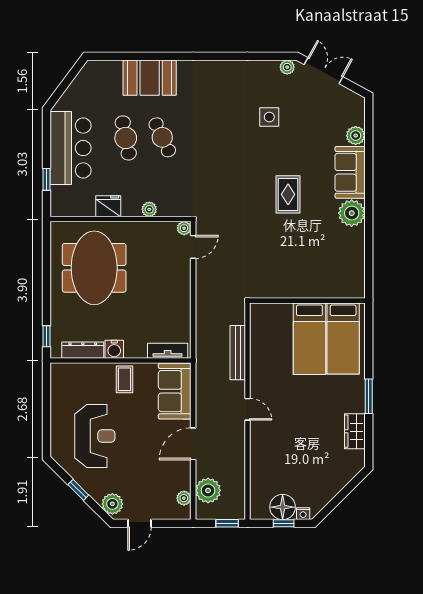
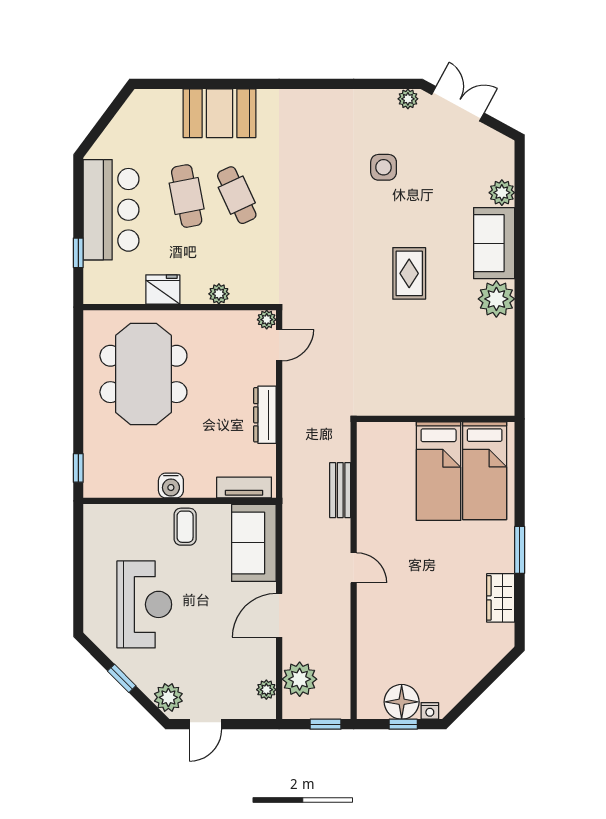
dresser: (83, 350) -> (265, 415), moved, turned -90
bench: (238, 353) -> (340, 490), width x0.73

